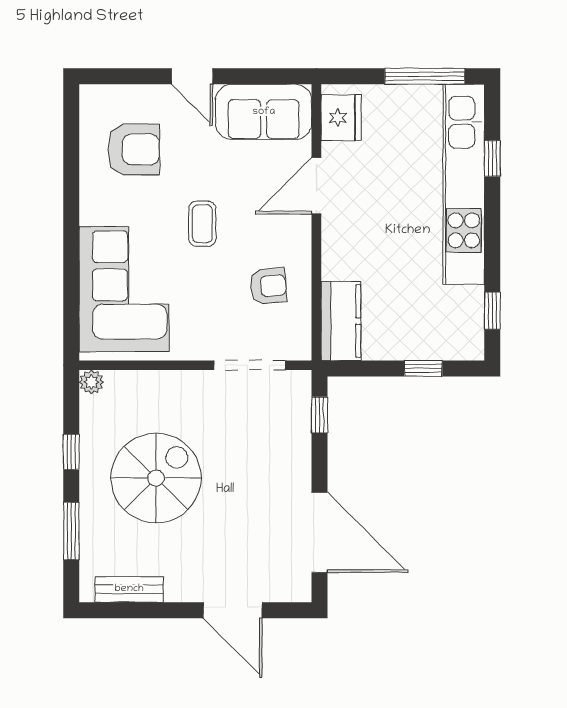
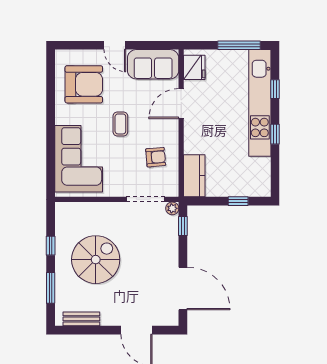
armchair: (134, 149) -> (84, 84), width x1.36, depth x1.36
window: (492, 311) -> (275, 134), moved
plant: (91, 382) -> (172, 208), moved

